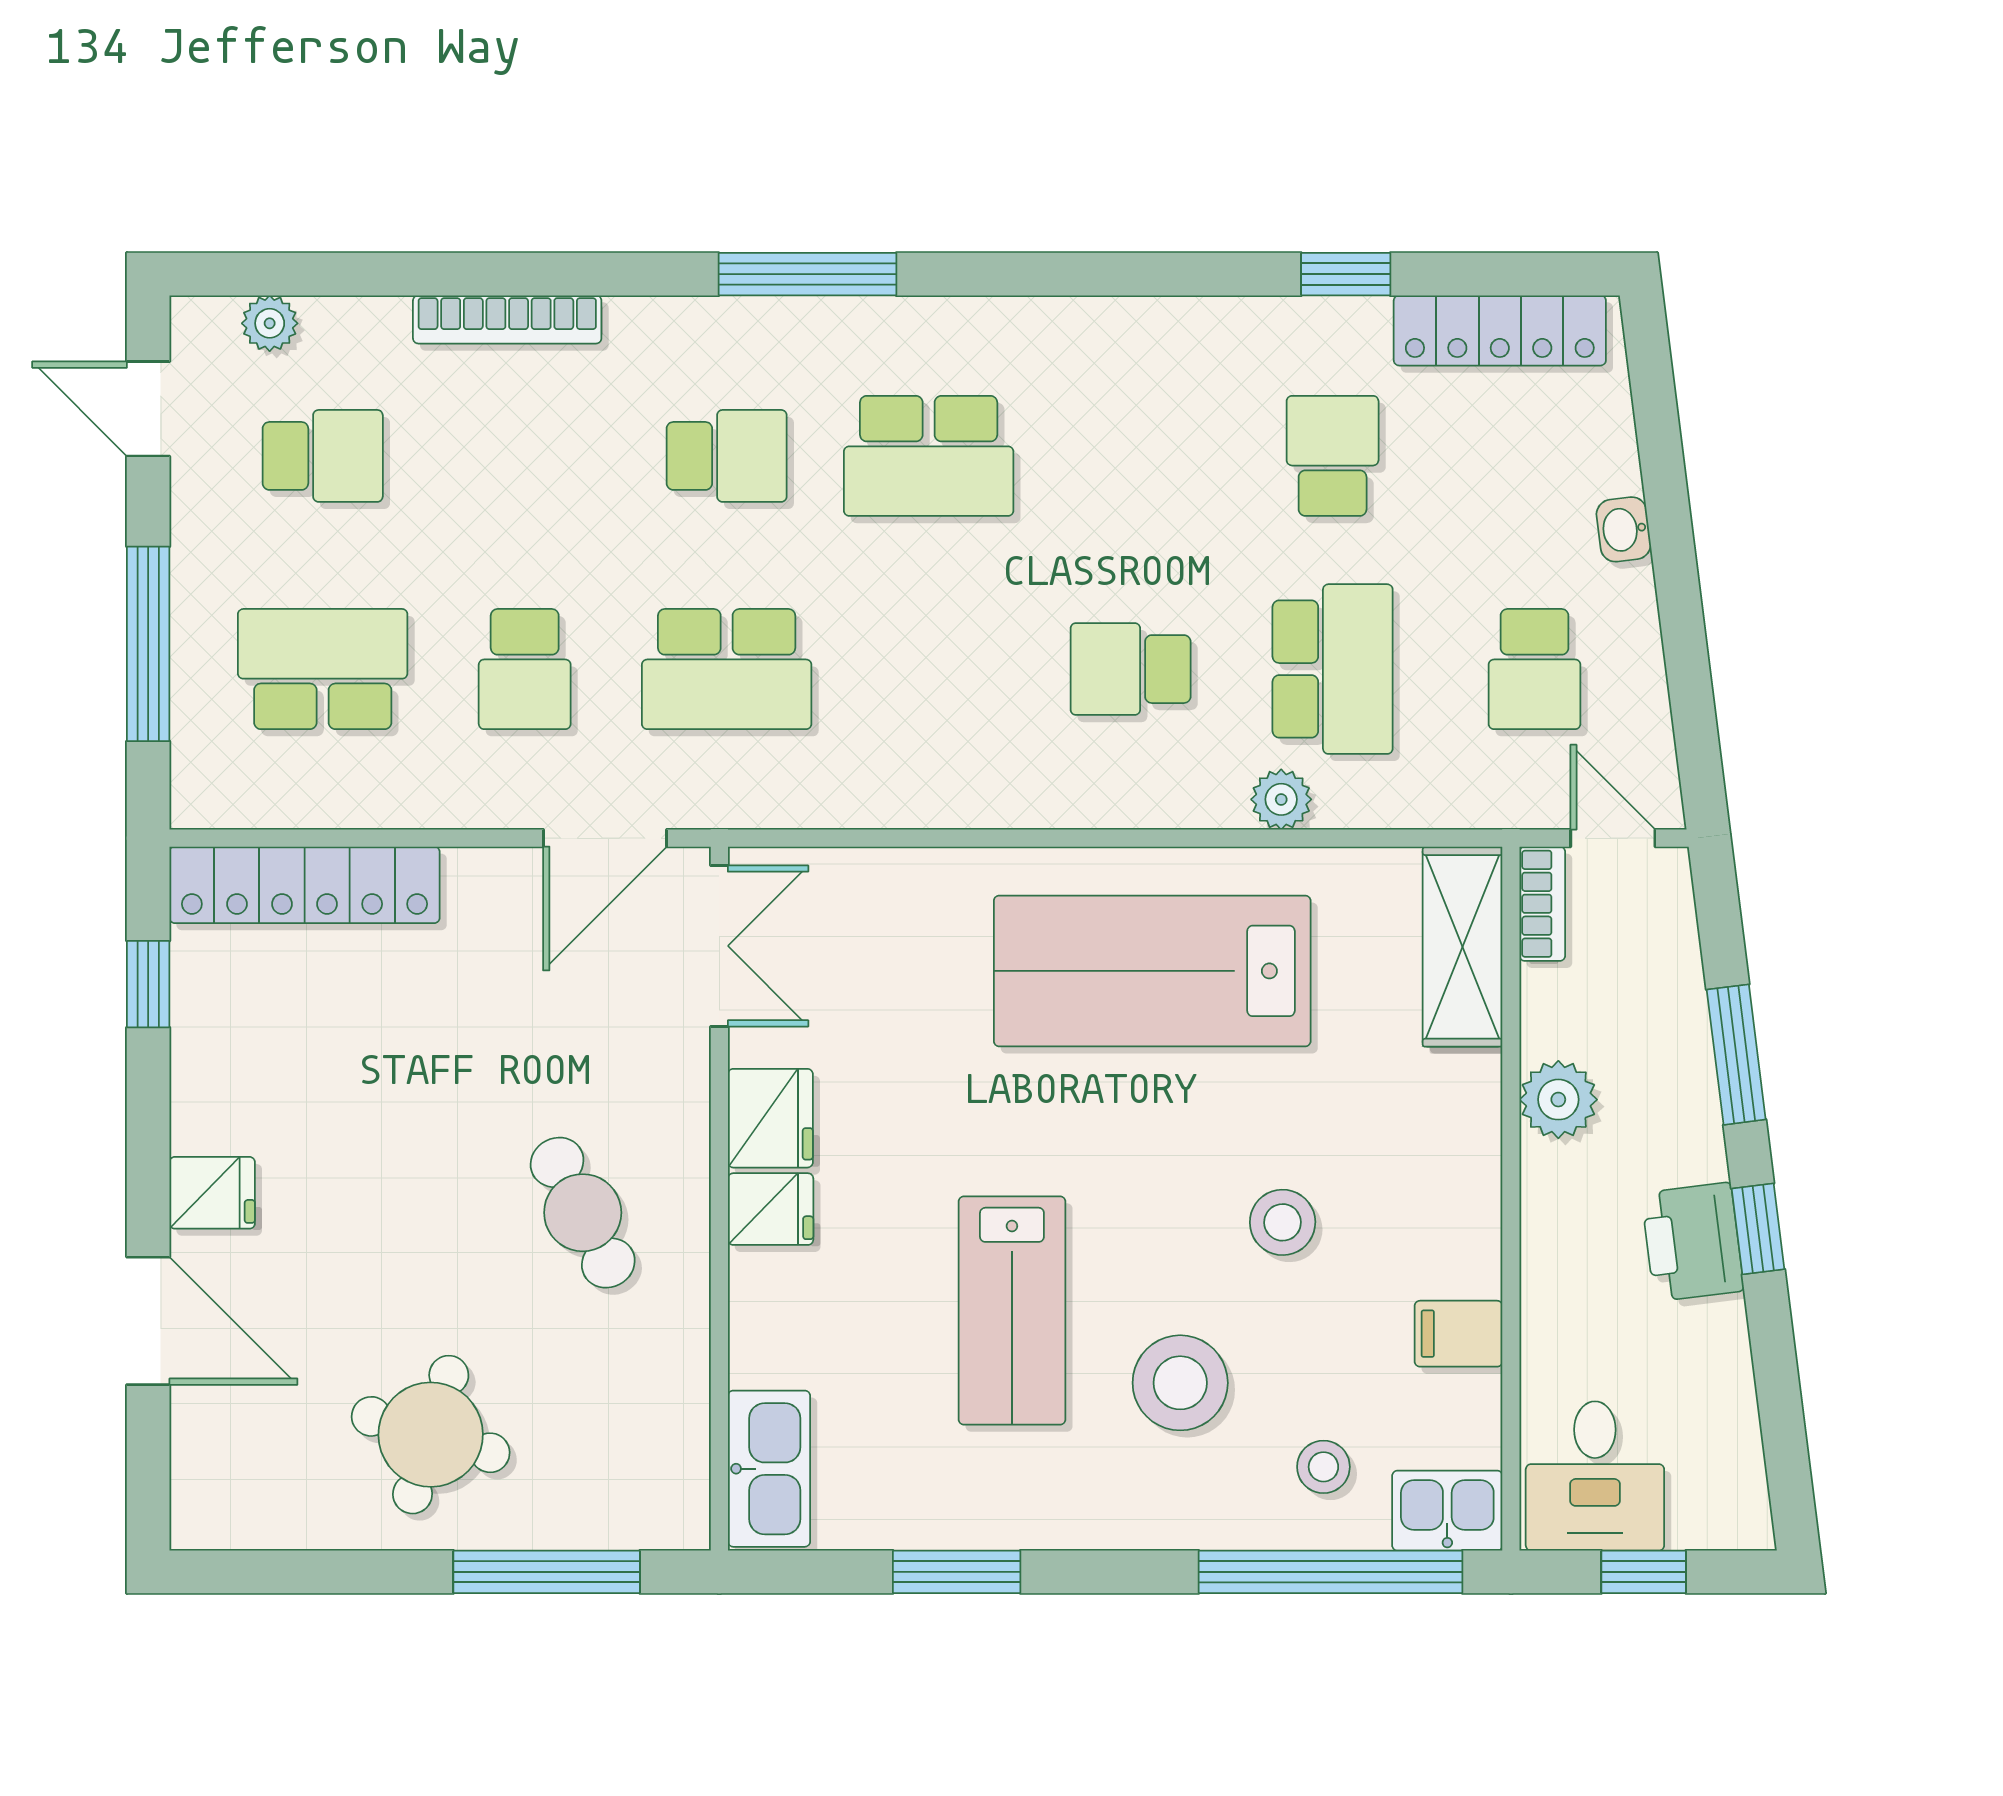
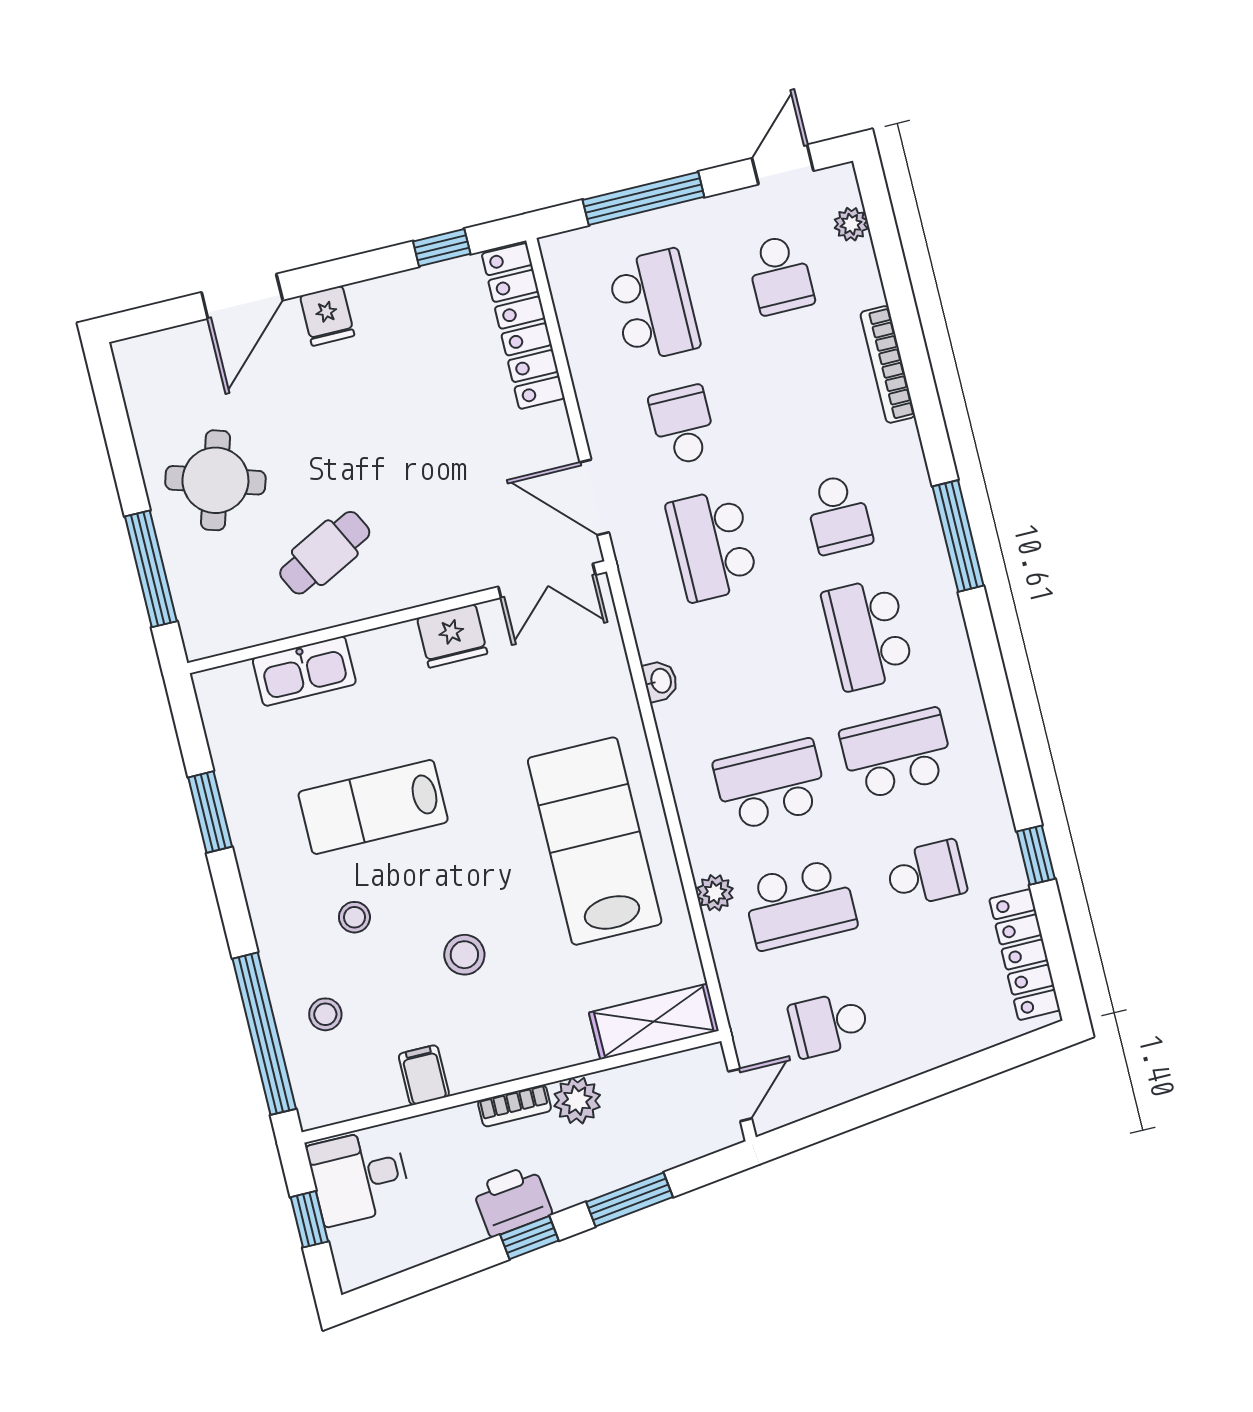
school desk: (1131, 456) -> (897, 754), added
washbasin: (1624, 529) -> (660, 681), moved, turned 97
school desk: (525, 669) -> (683, 425), turned 90
school desk: (1131, 669) -> (771, 785), width x1.85
bookcase: (1542, 904) -> (514, 1106), moved
fridge: (771, 1209) -> (398, 649), removed
cafe table: (583, 1213) -> (325, 553), moved
stool: (1180, 1383) -> (354, 917), width x0.53, depth x0.53
kitchen sink: (769, 1469) -> (304, 671), moved
kitchen sink: (1447, 1511) -> (317, 1094), removed

